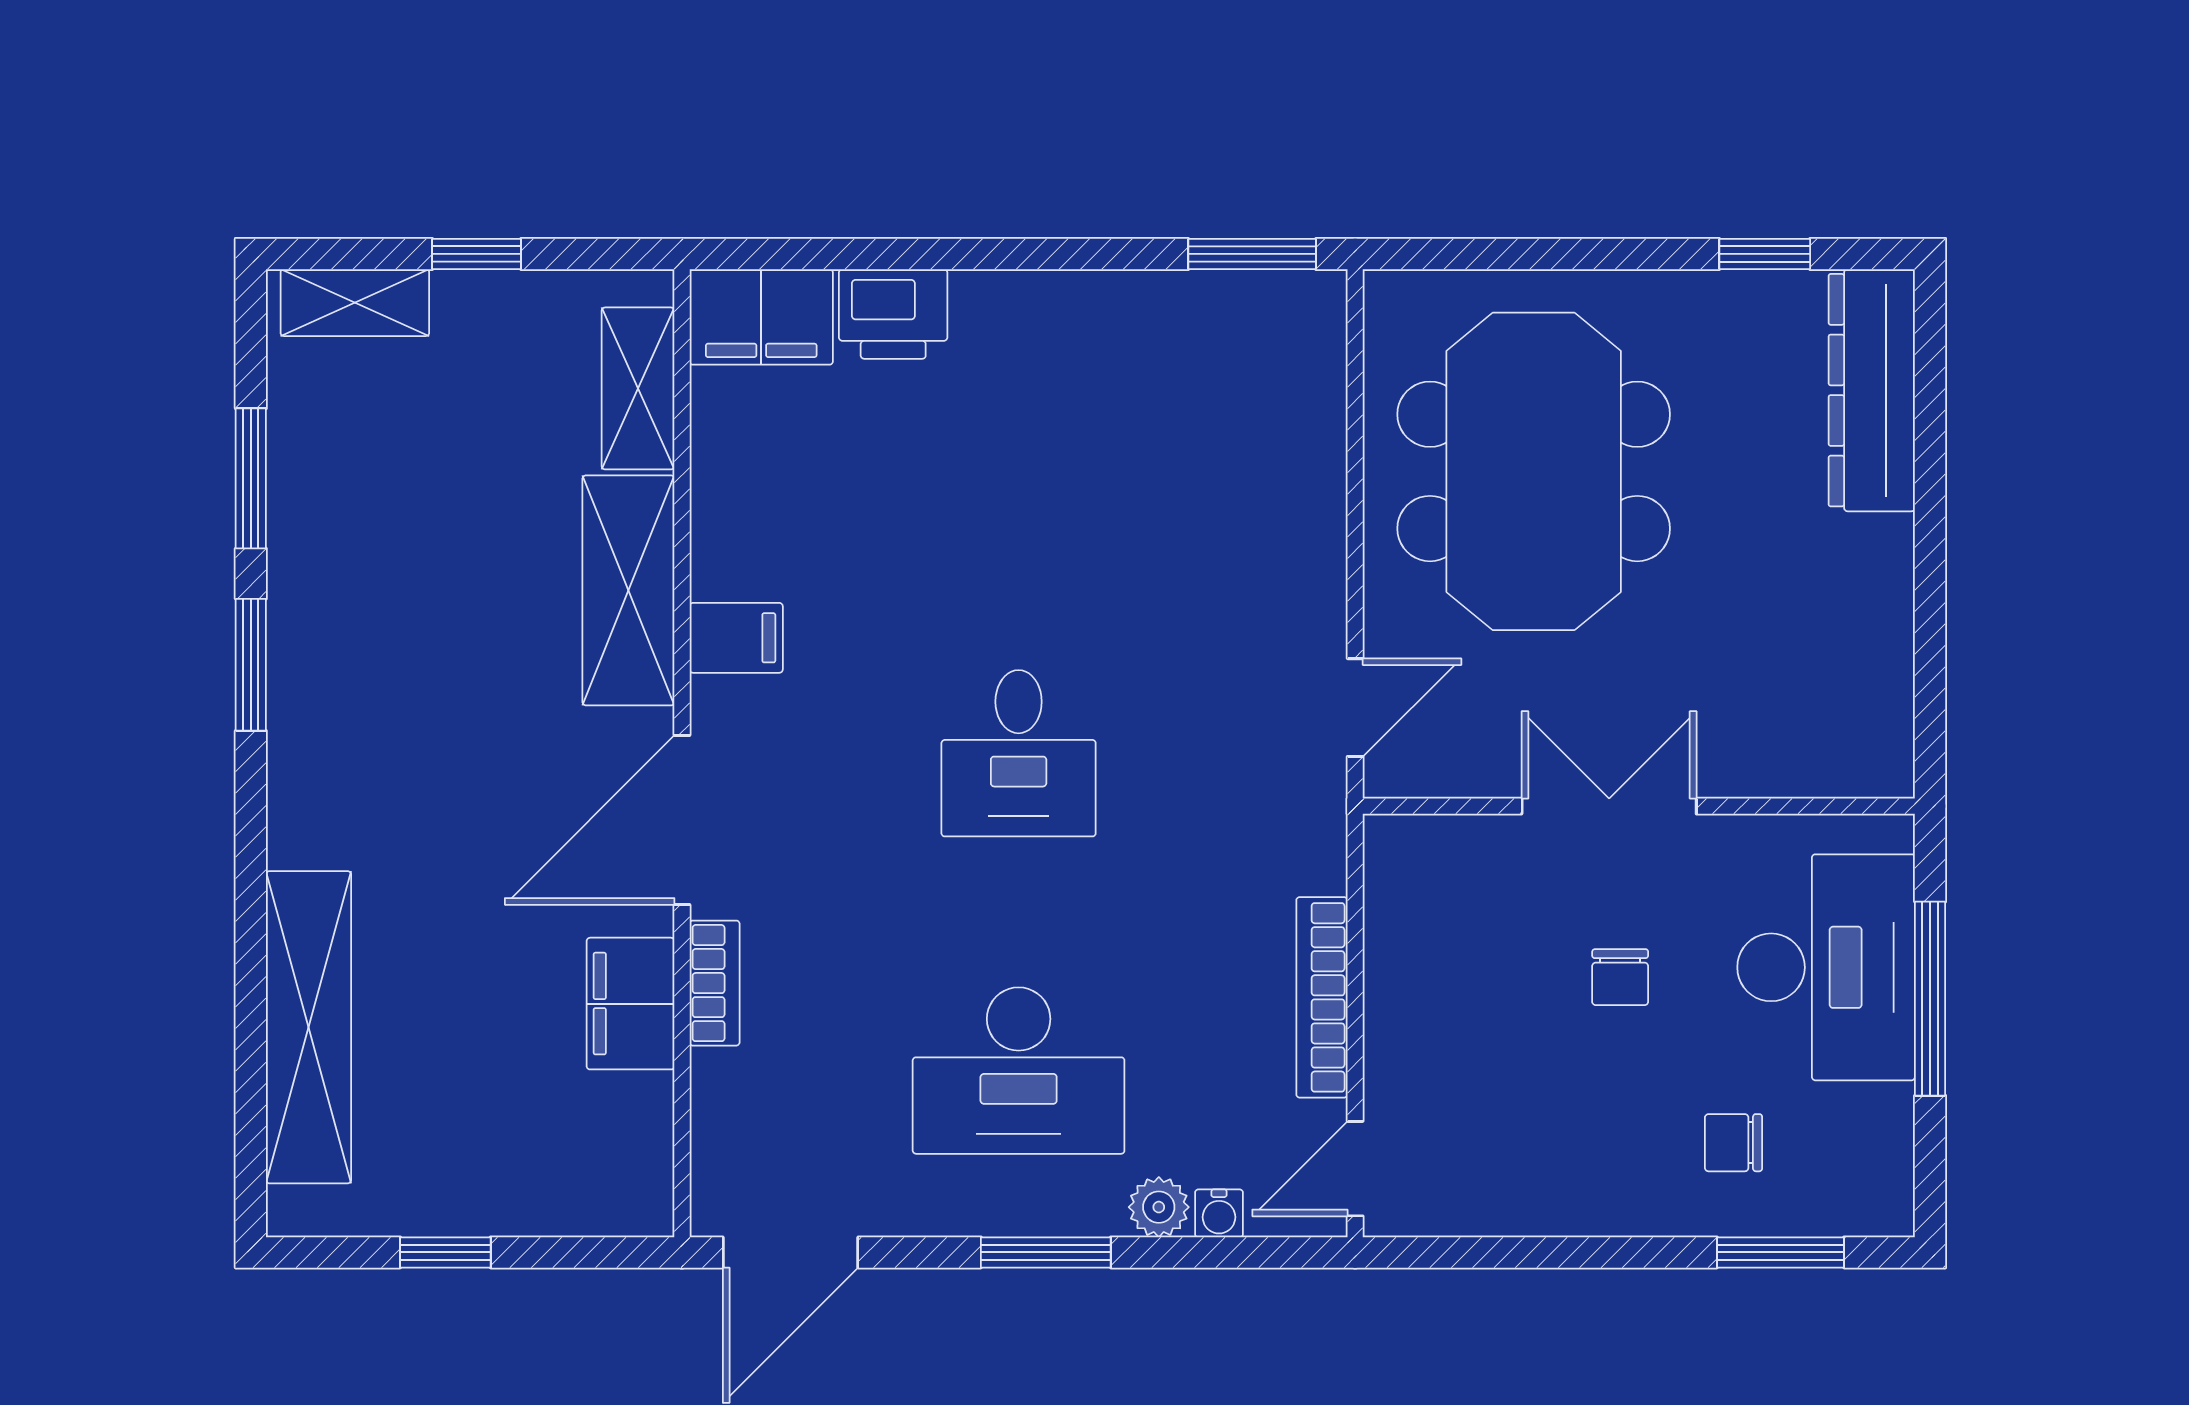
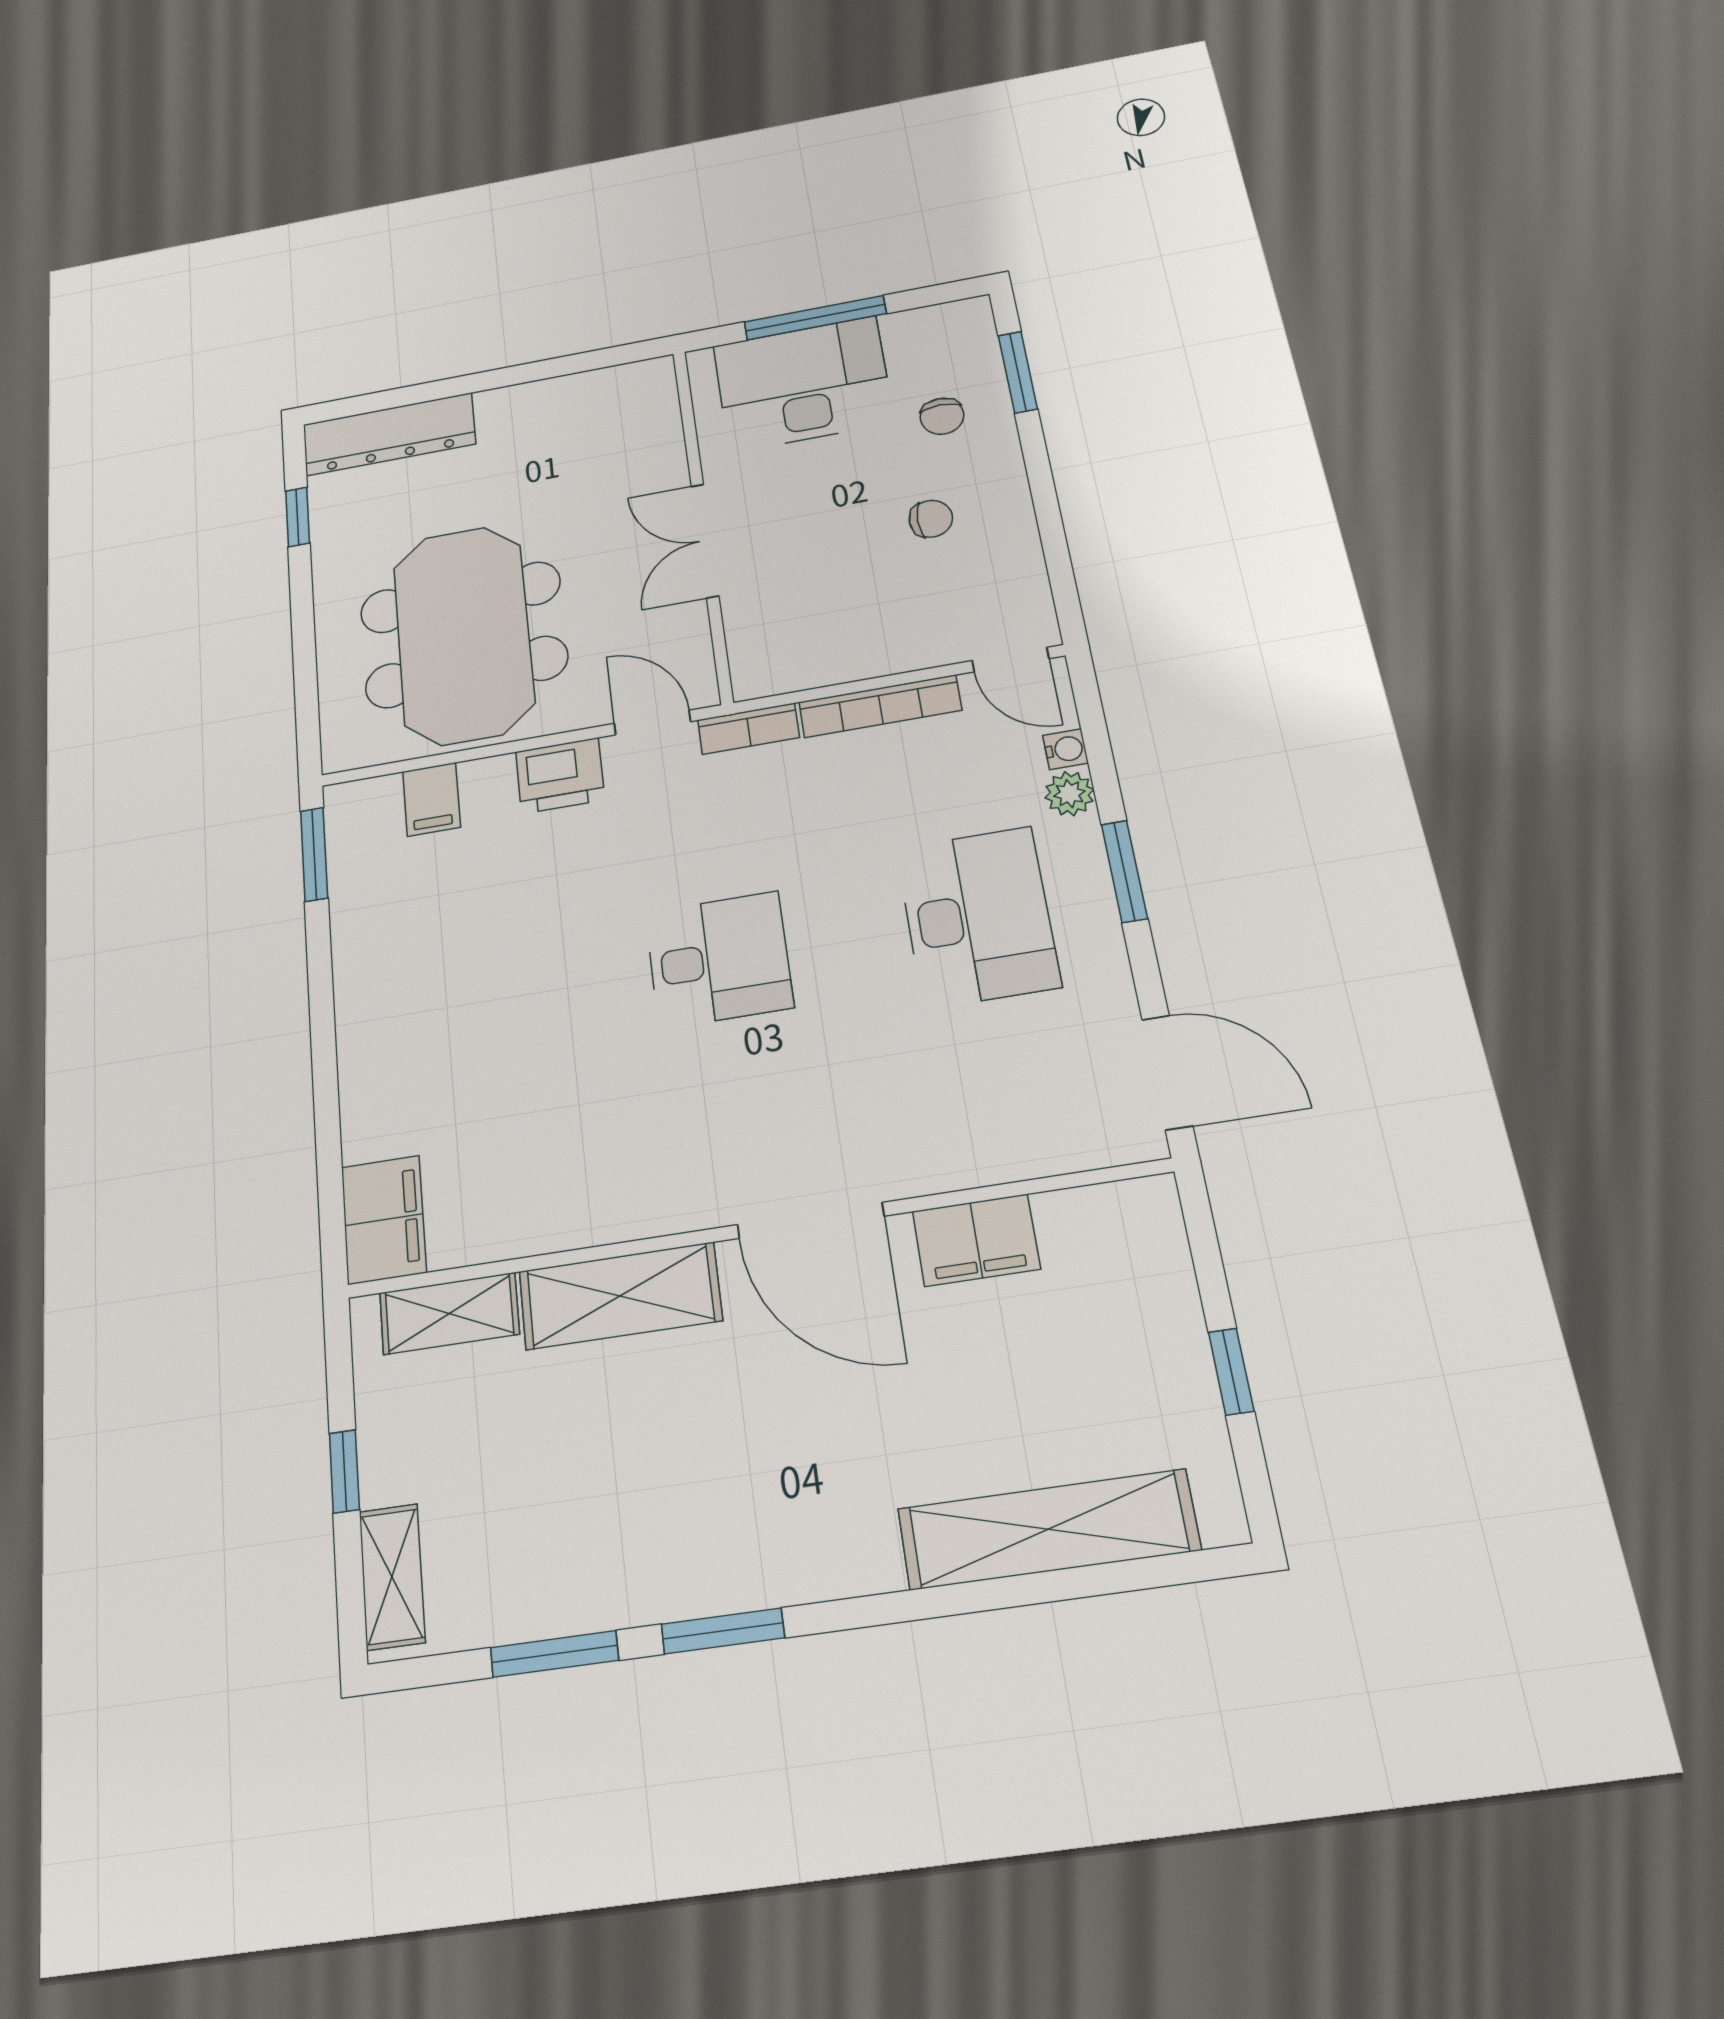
printer: (893, 314) -> (560, 776), moved, turned 90
meeting table: (1534, 471) -> (463, 634), turned 90
filing cabinet: (736, 638) -> (431, 799), moved, turned 180
chair: (1620, 977) -> (931, 519), moved
bookcase: (715, 983) -> (748, 729), moved, turned 180

